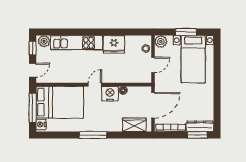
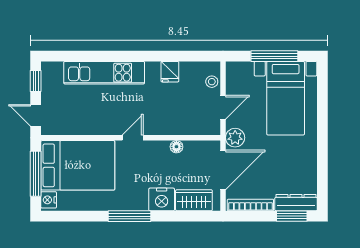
window: (186, 32) -> (274, 56), width x1.44
plant: (44, 41) -> (53, 70), removed
plant: (161, 42) -> (235, 138), moved
fridge: (114, 44) -> (170, 72), width x0.53, depth x0.75
door: (33, 70) -> (36, 115), swing flipped
nightstand: (110, 94) -> (162, 199), moved, turned 180

